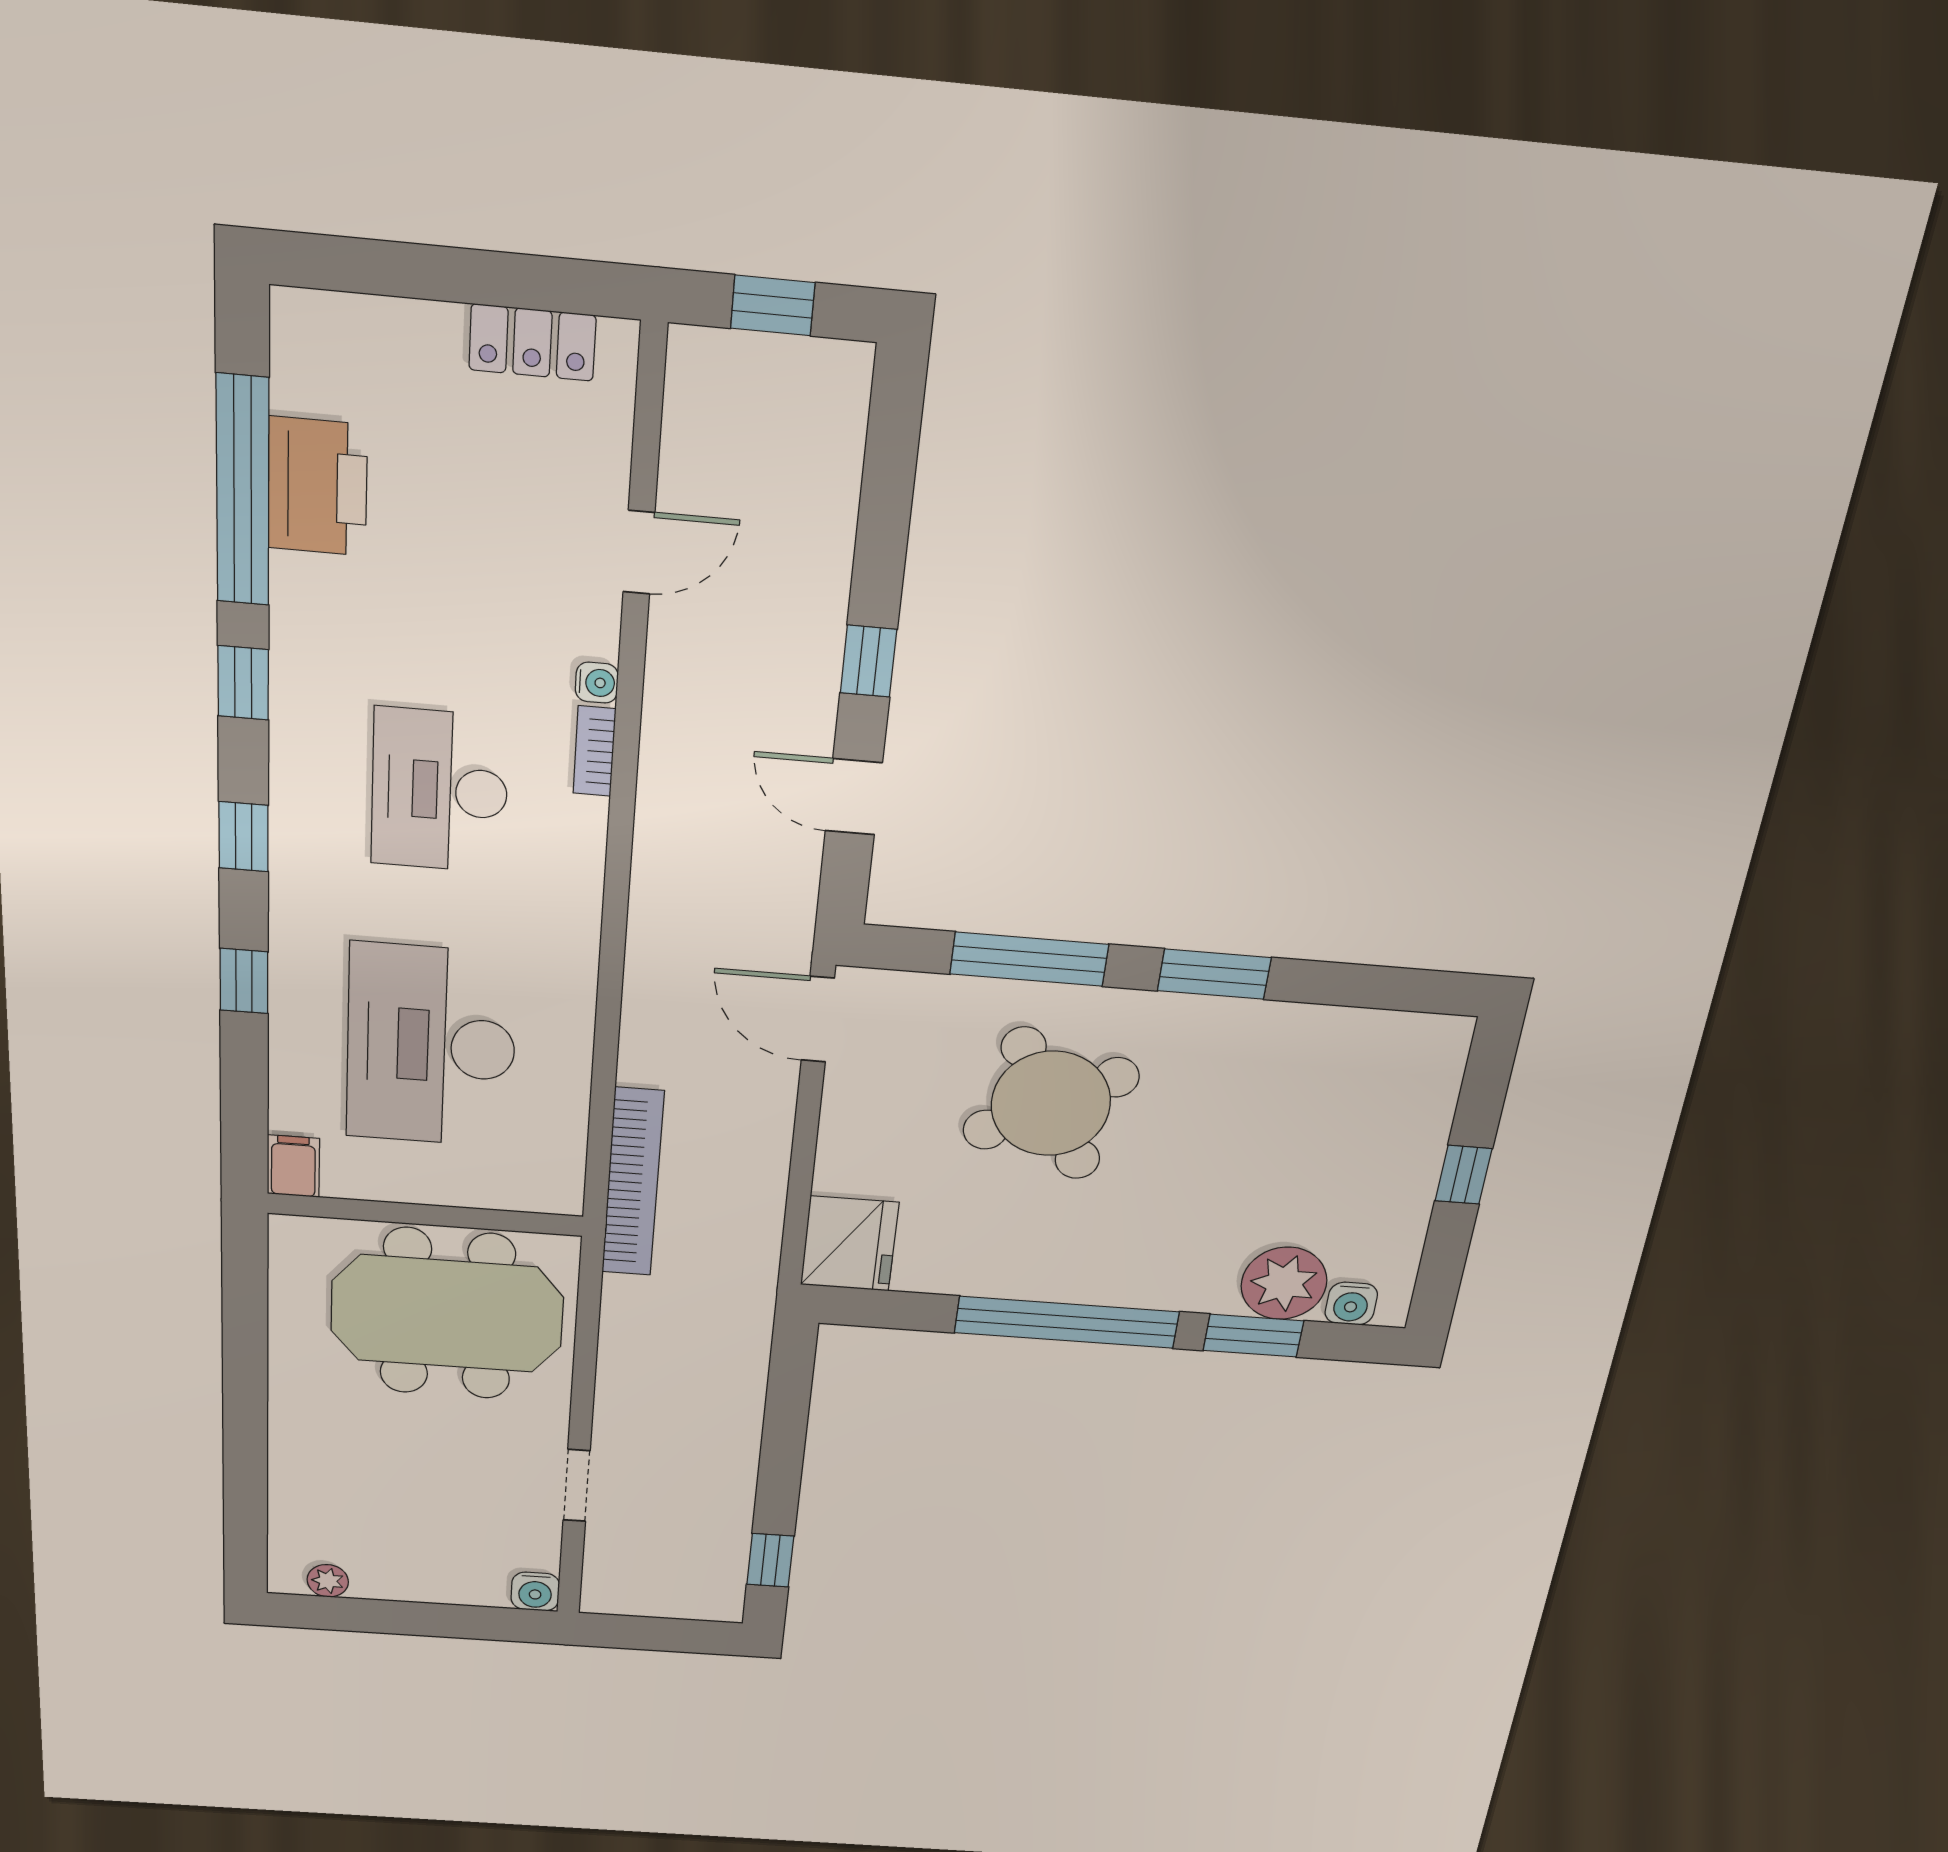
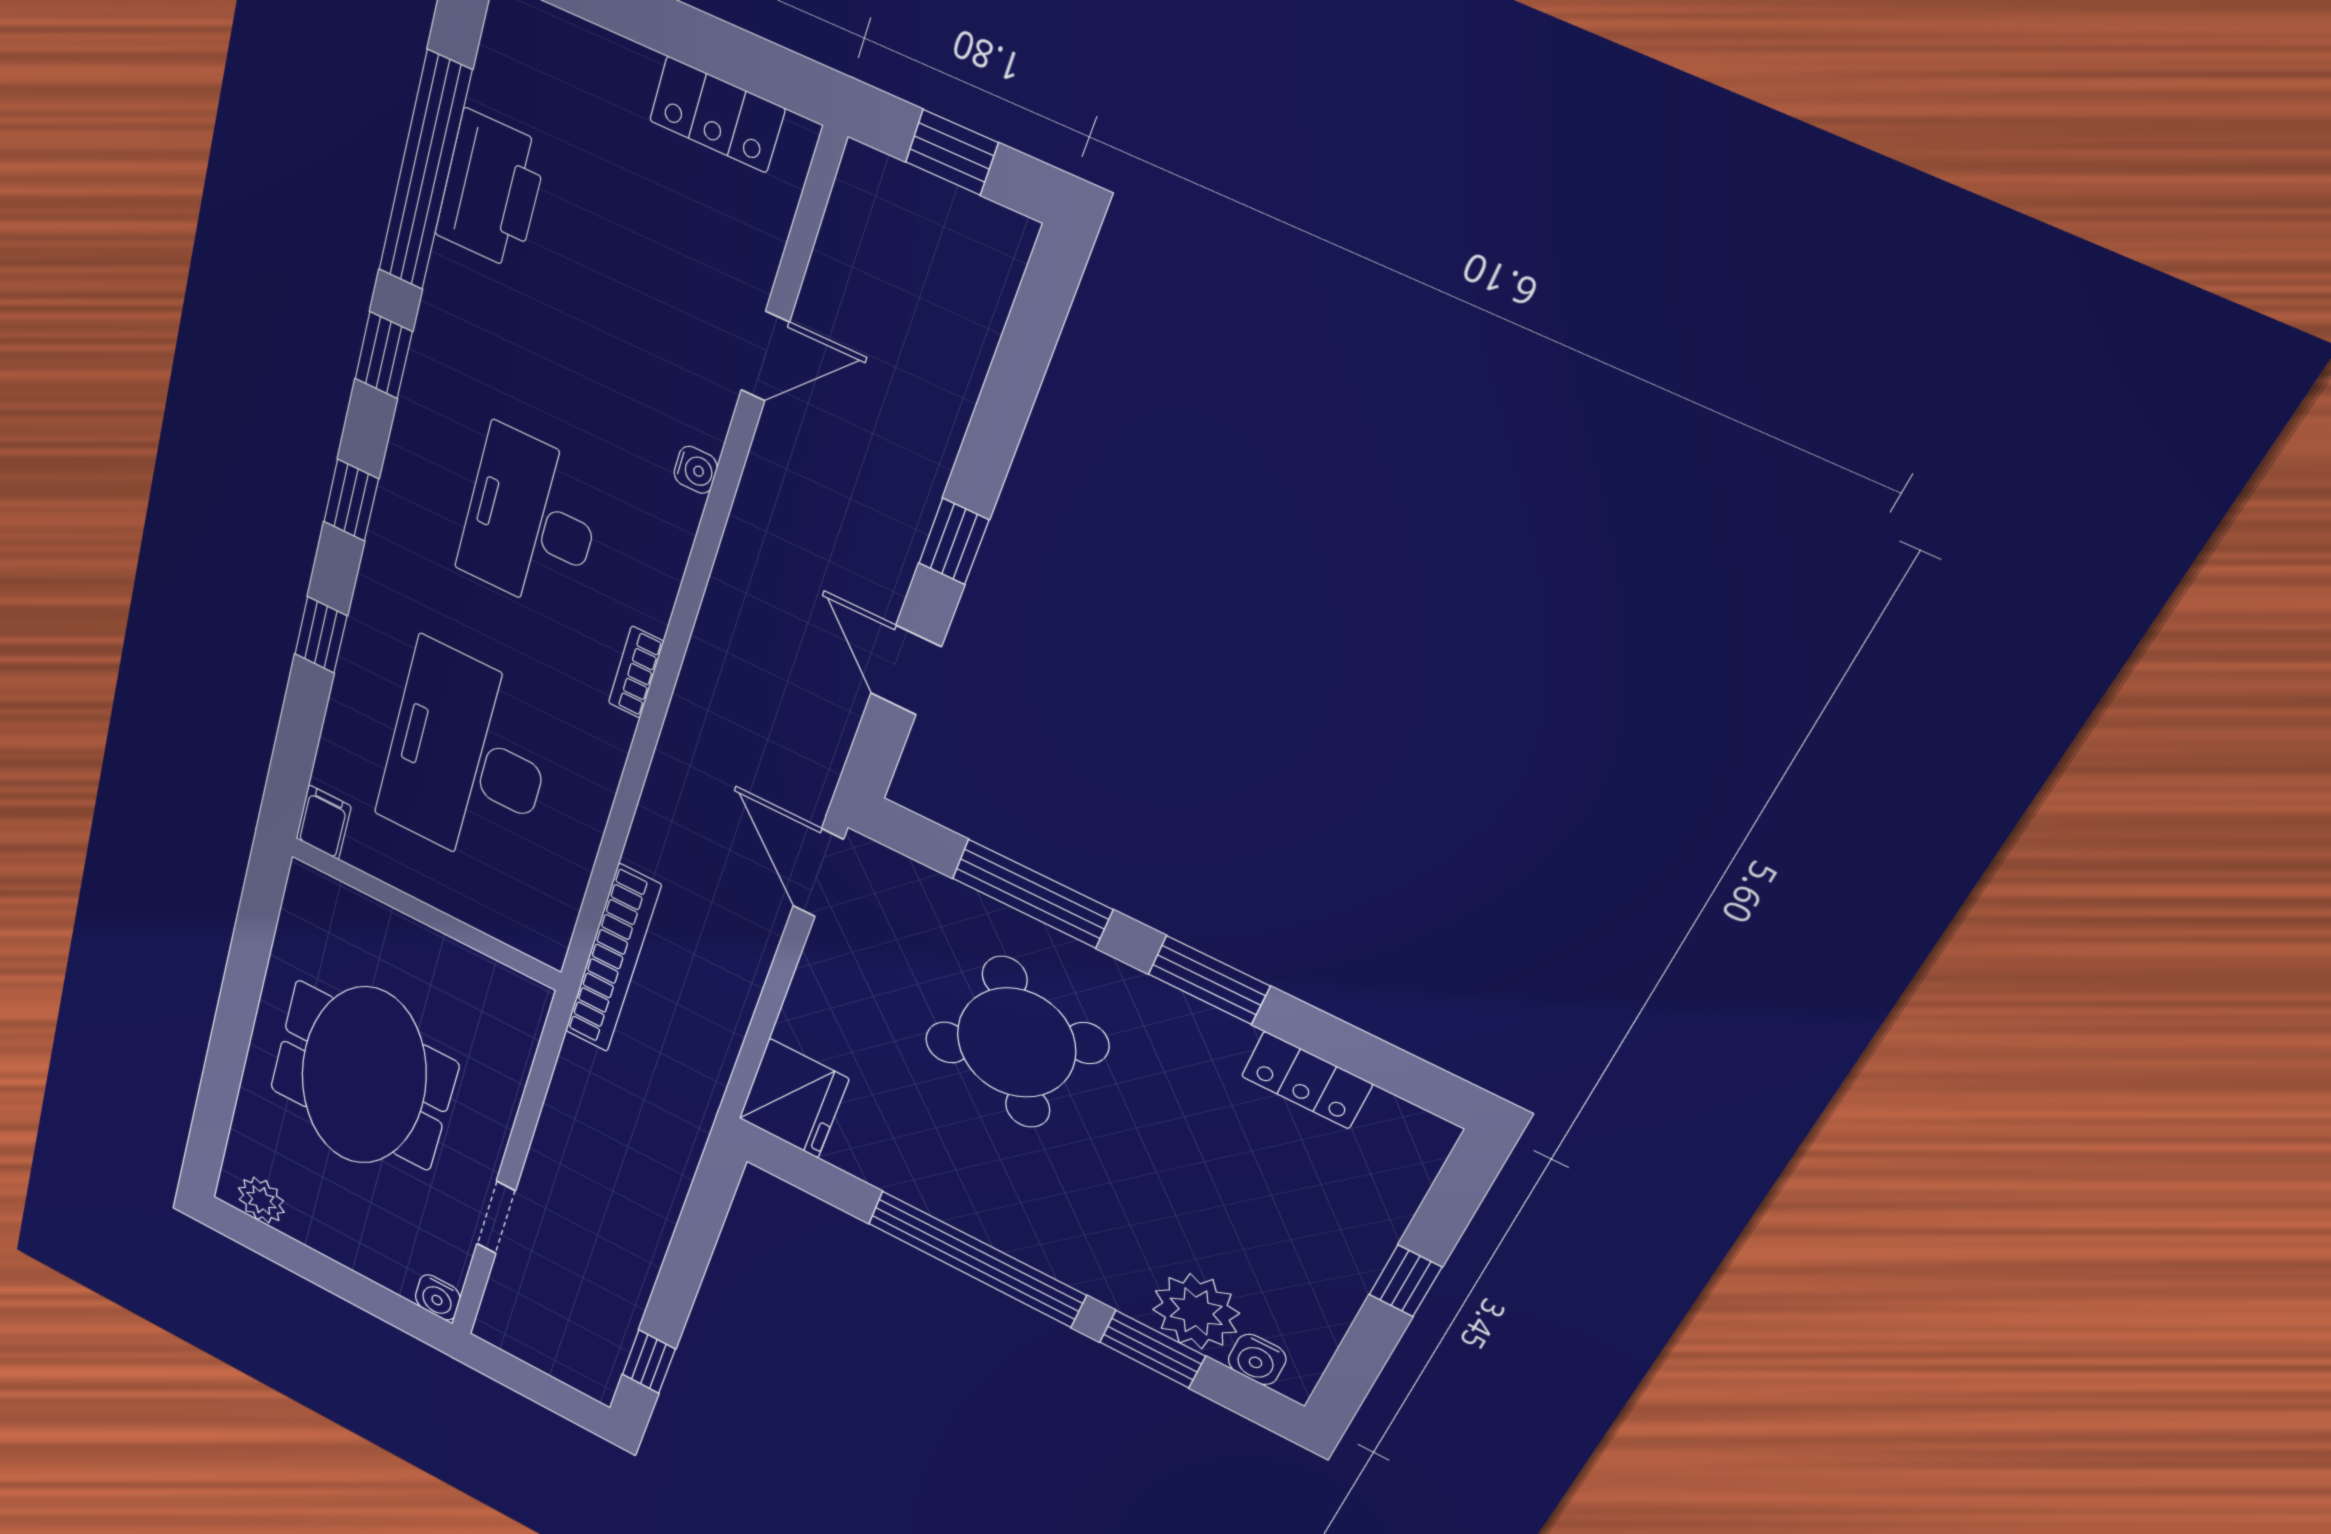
bookcase: (594, 751) -> (636, 672), moved
locker: (1327, 1030) -> (1307, 1080), added
meeting table: (447, 1314) -> (364, 1076), moved, turned 90
plant: (328, 1581) -> (261, 1200), width x1.38, depth x1.38

